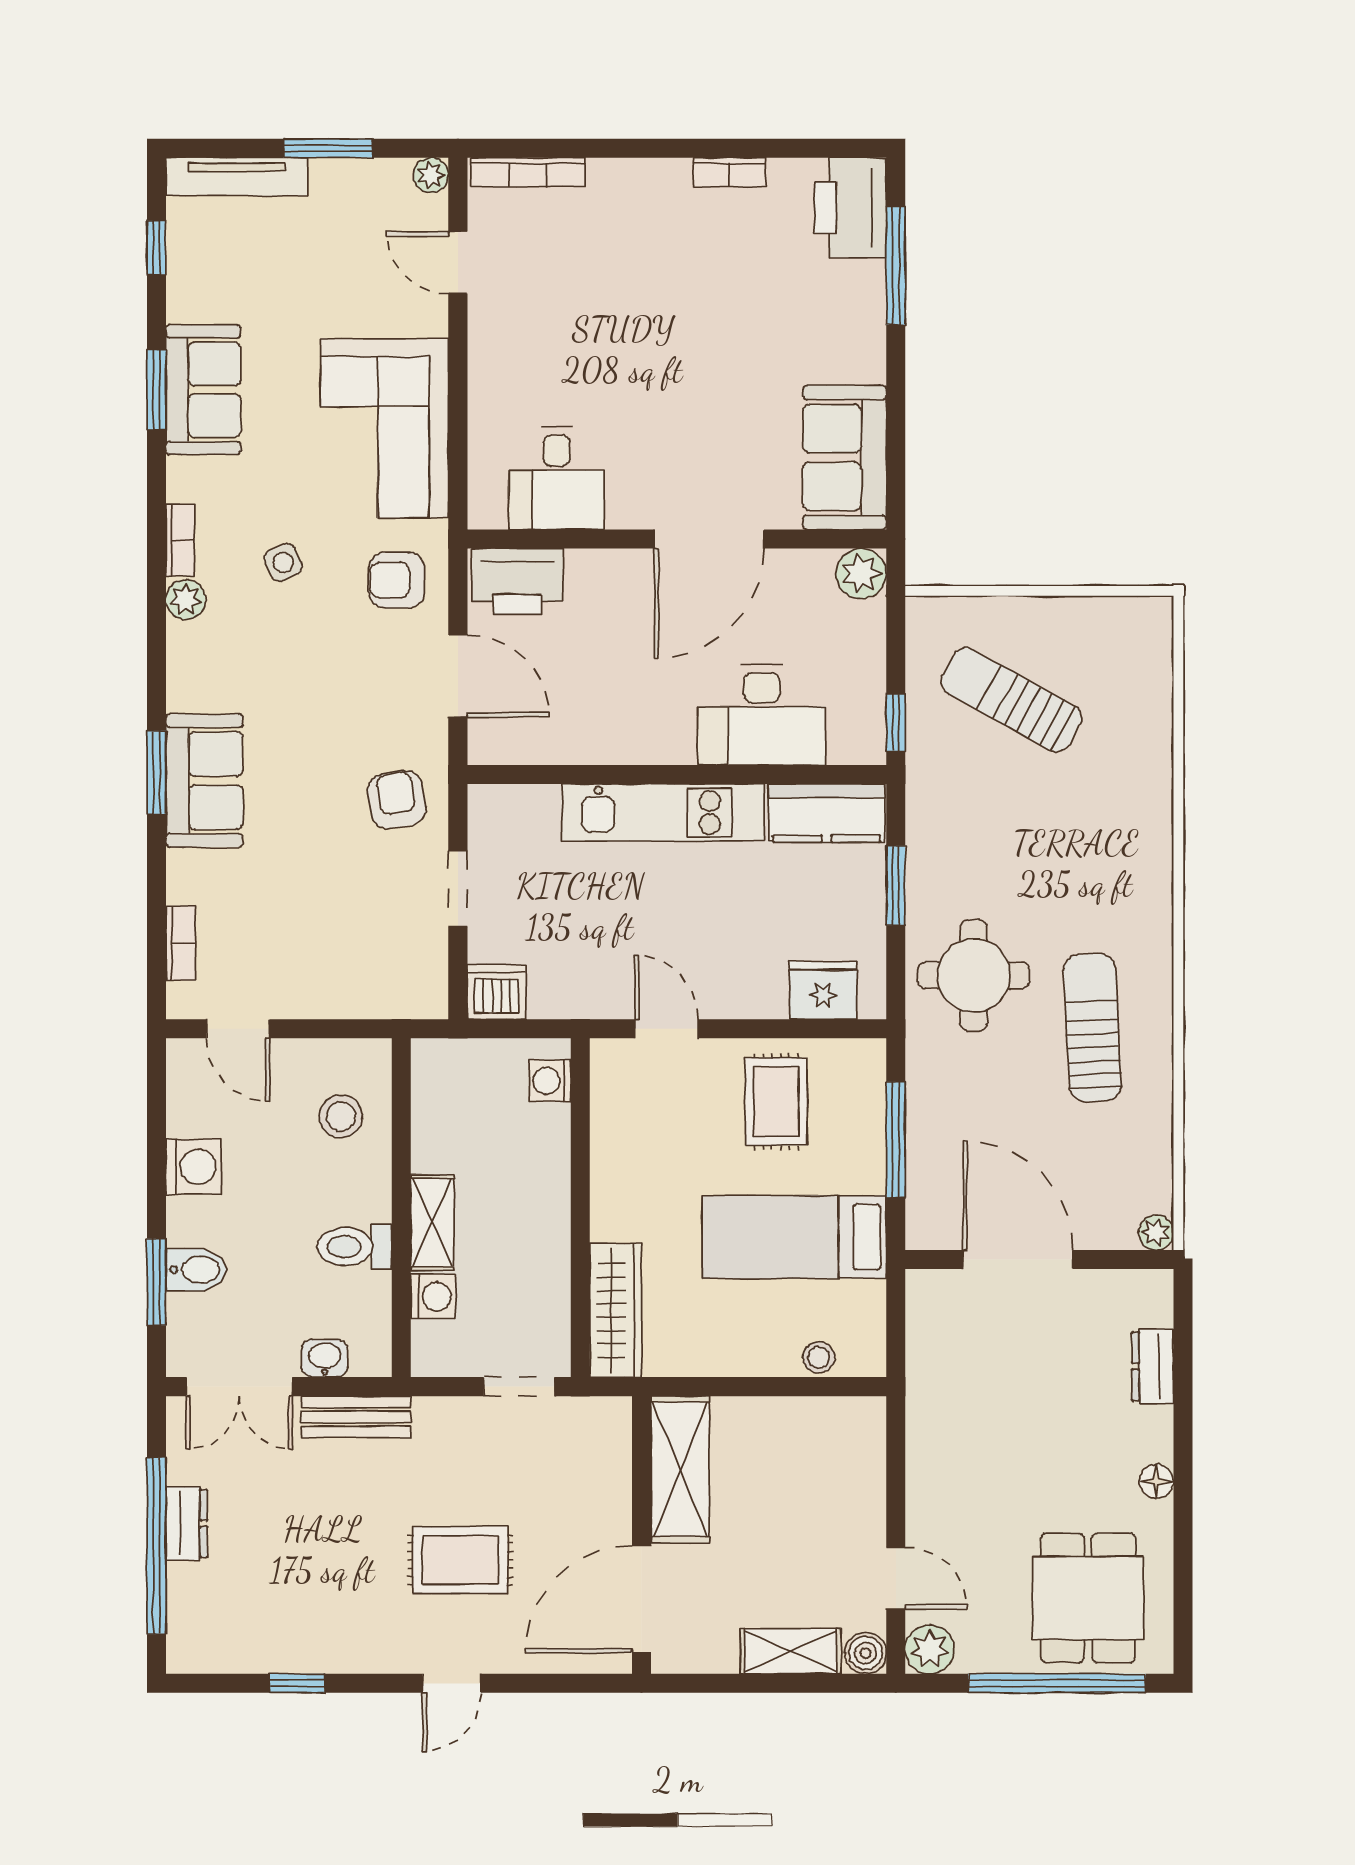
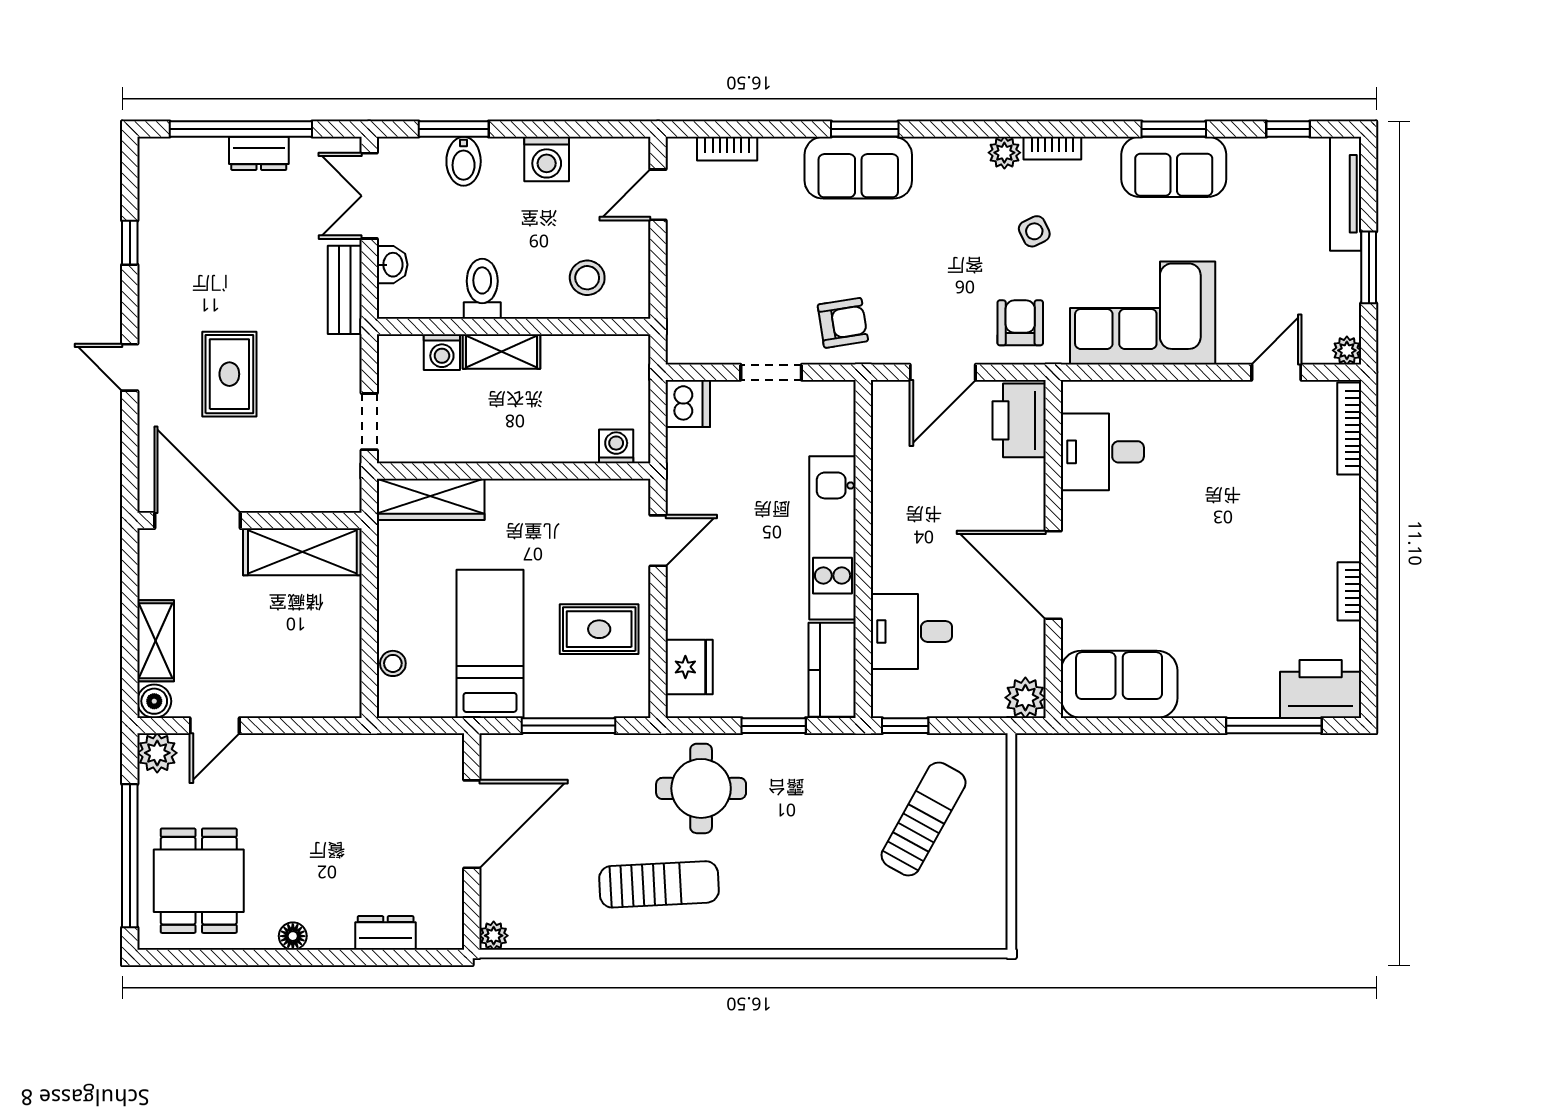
desk: (762, 715) -> (911, 631), width x0.73
dining table: (1088, 1598) -> (199, 881), turned 90

